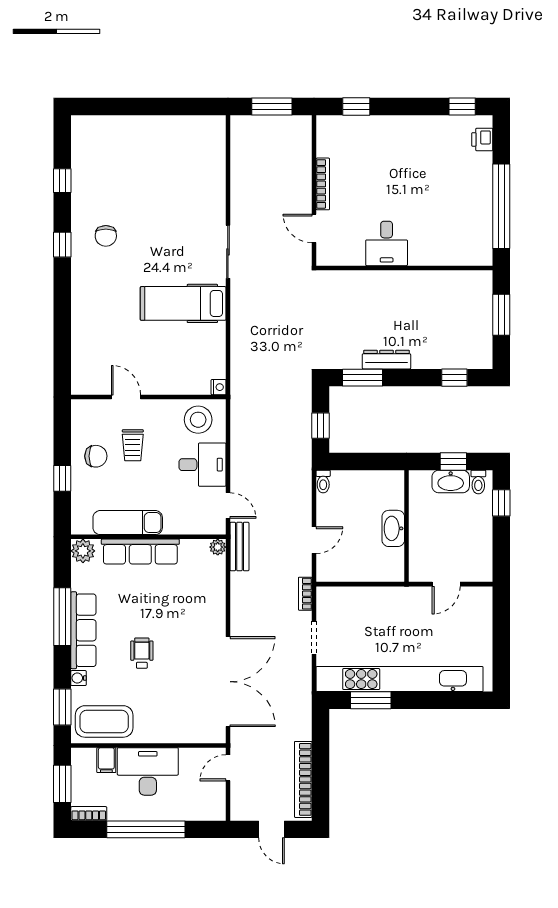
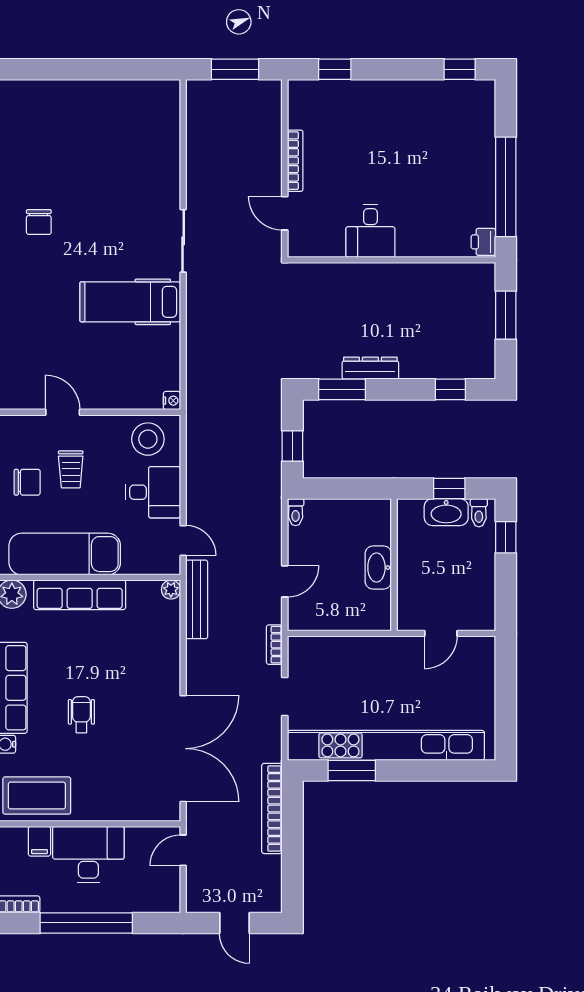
printer: (482, 139) -> (483, 242), moved
exam couch: (128, 523) -> (65, 554), width x1.36, depth x1.45
bench: (239, 547) -> (197, 599), width x1.36
bookcase: (303, 779) -> (272, 808), moved

